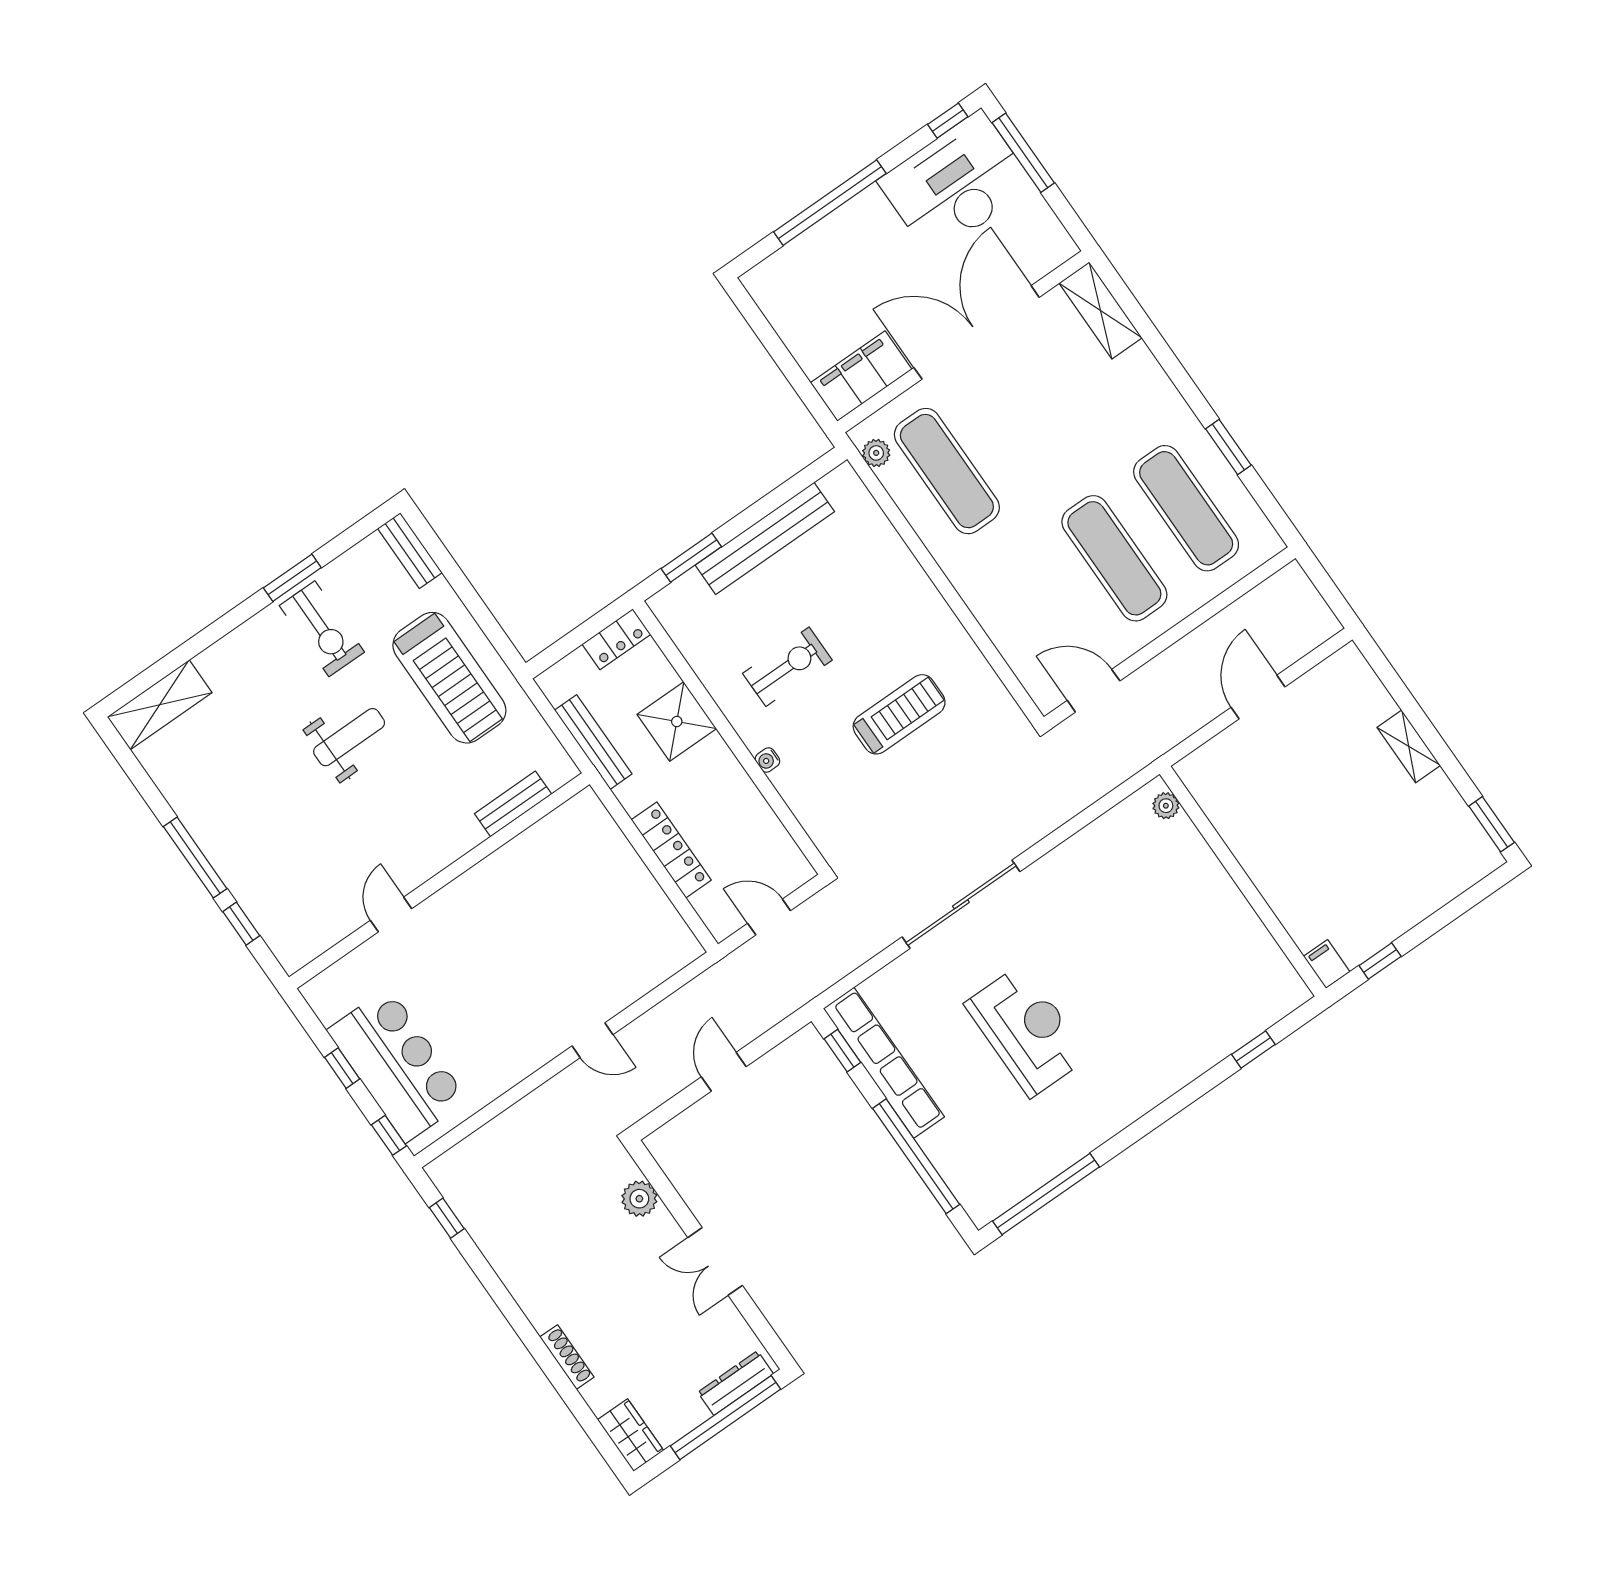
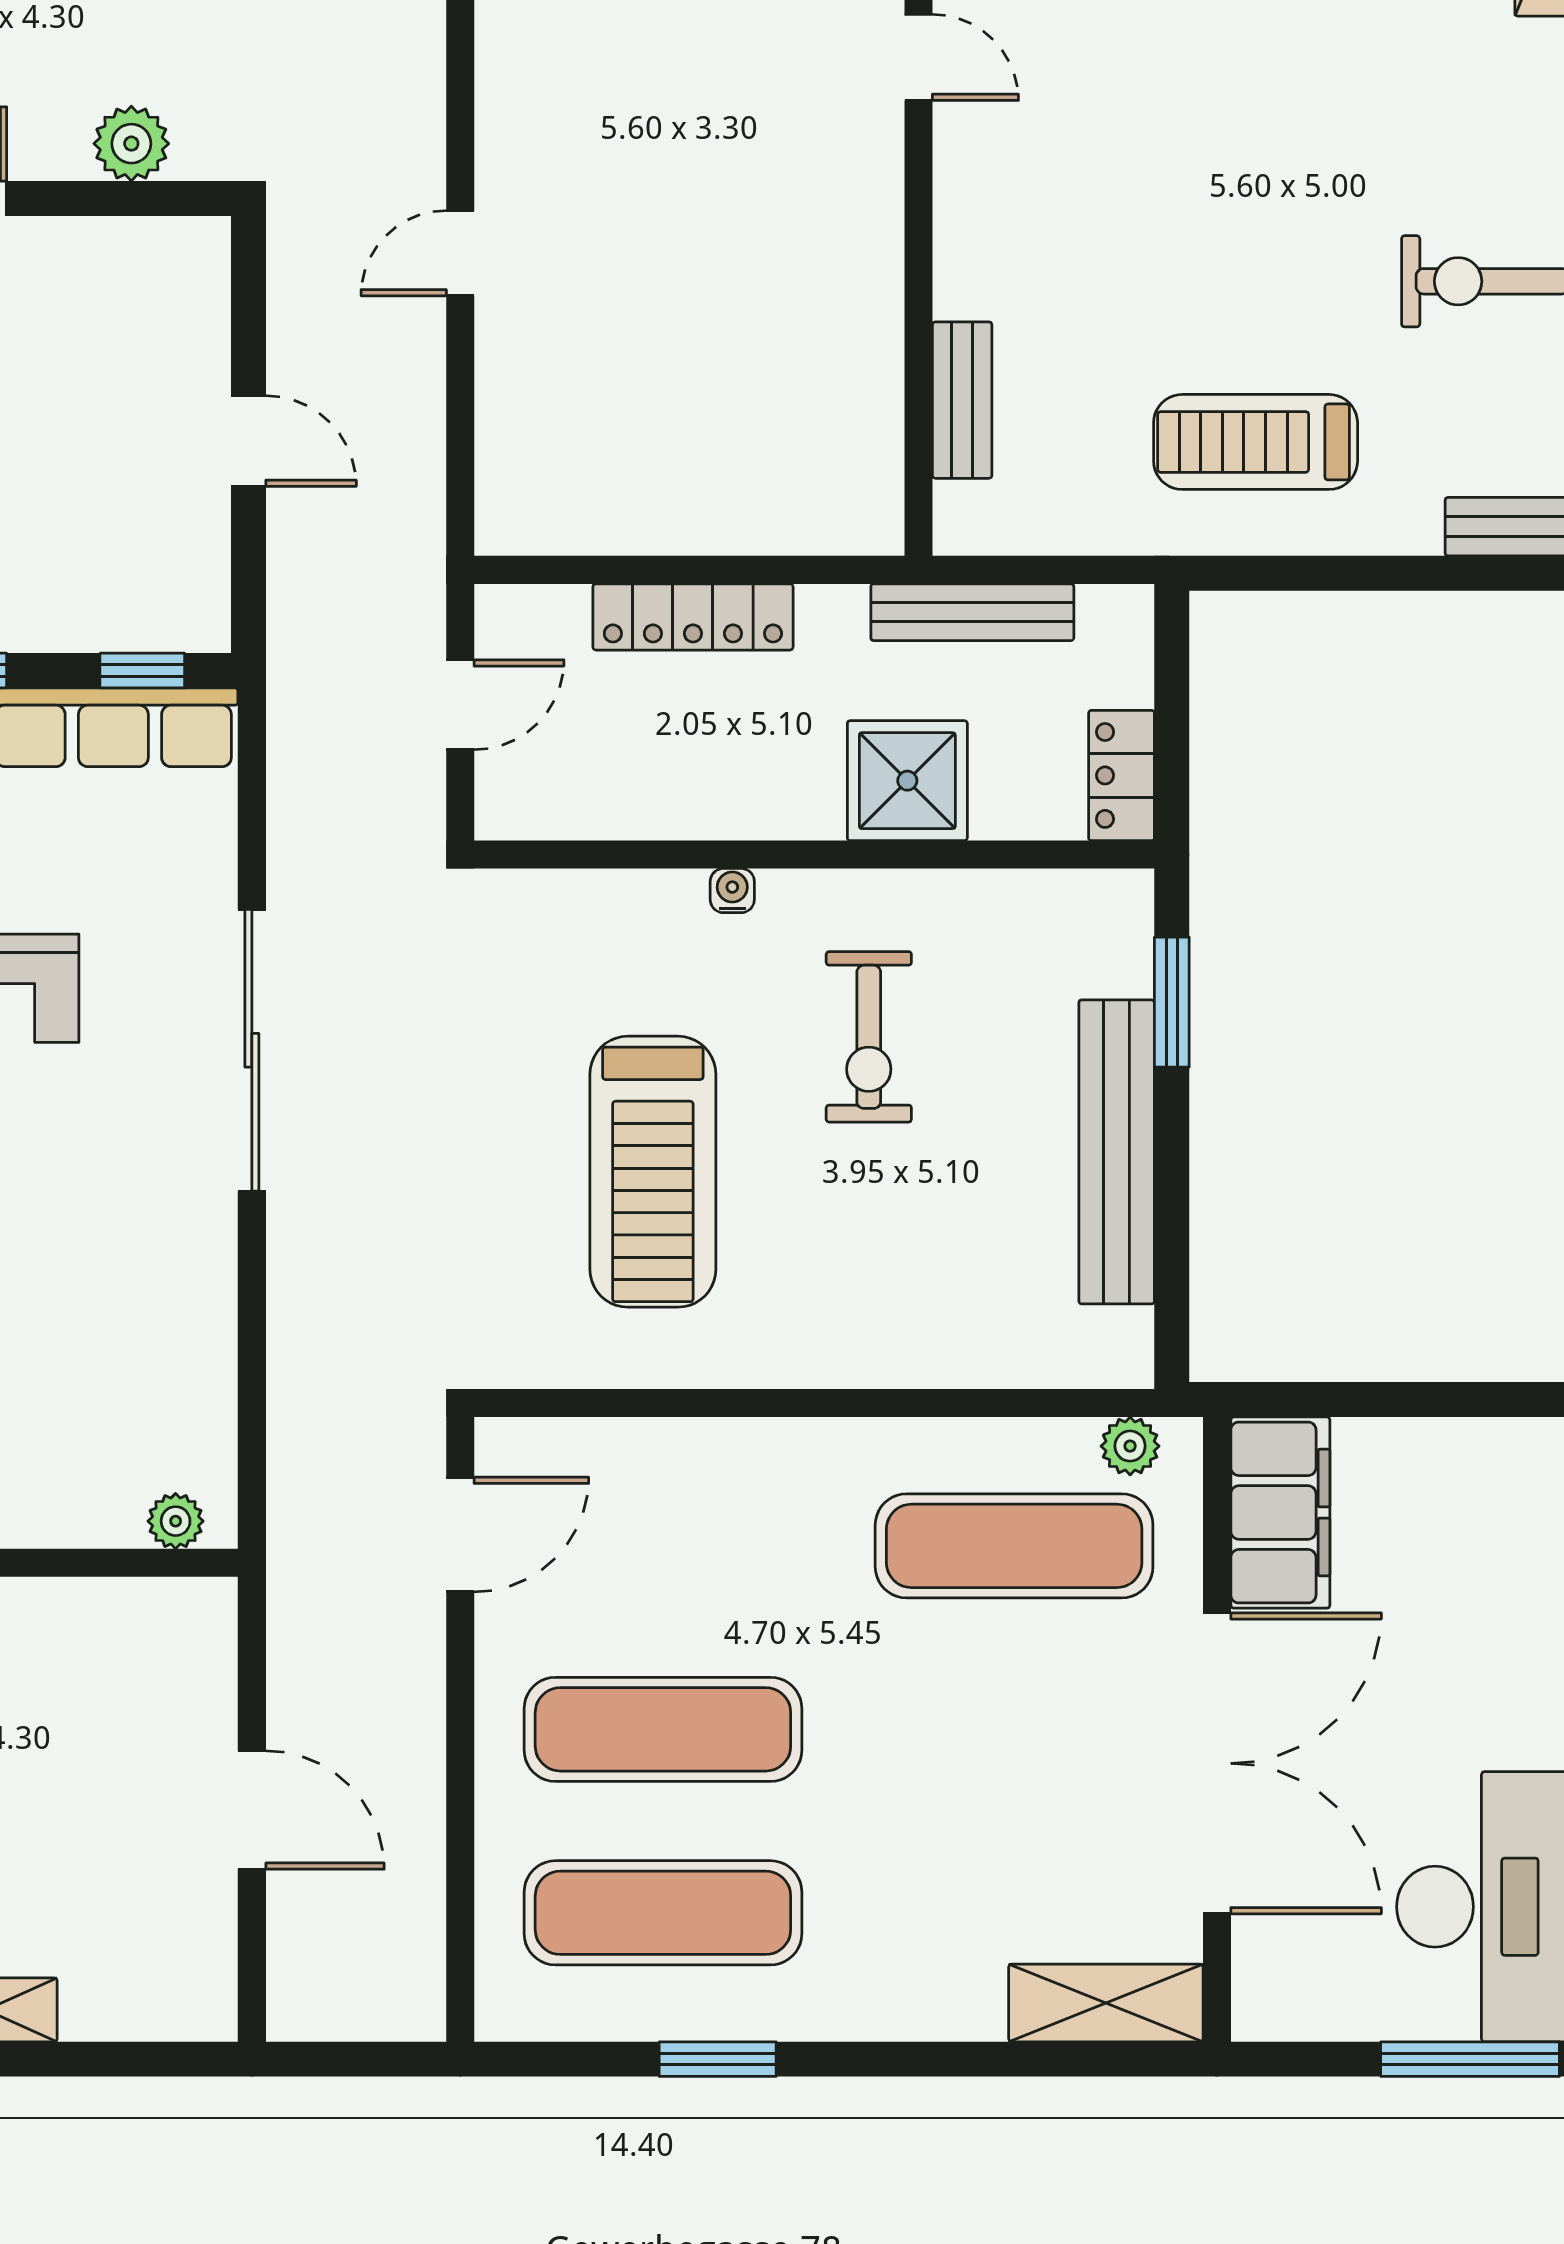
treadmill: (449, 678) -> (1256, 442), width x0.73, depth x0.73
treadmill: (899, 714) -> (653, 1172), width x1.37, depth x1.38
weight bench: (349, 737) -> (1274, 198), removed

